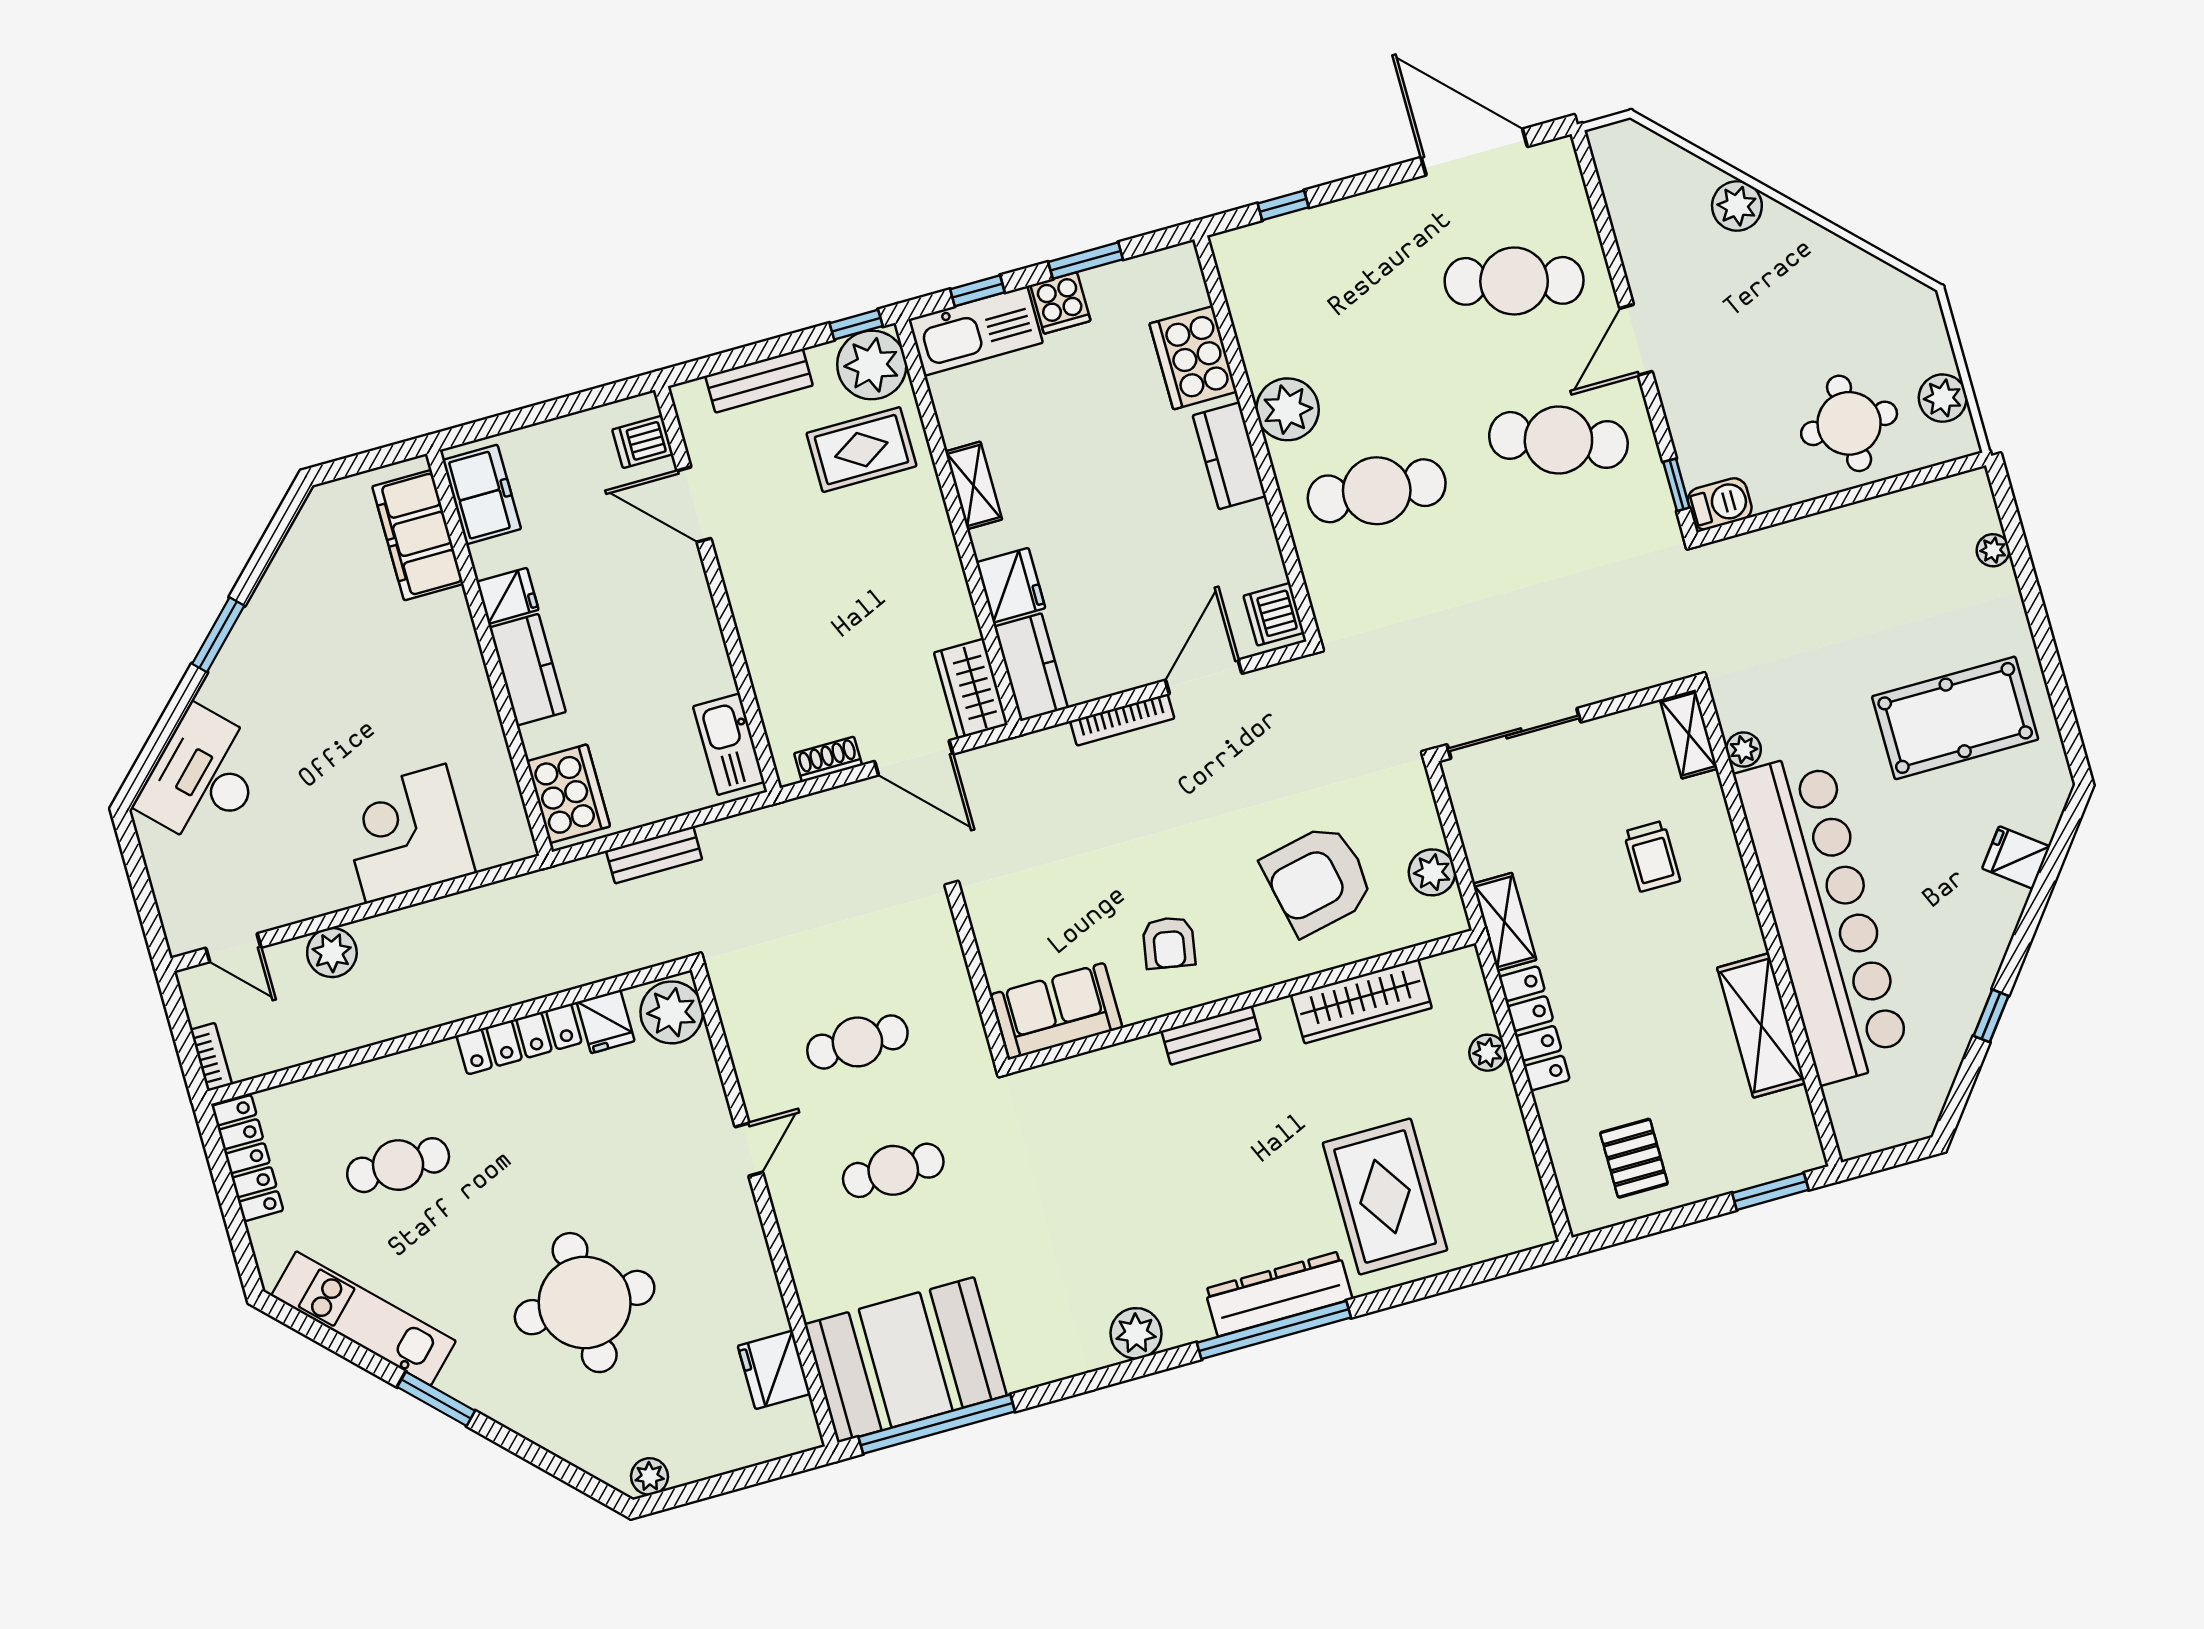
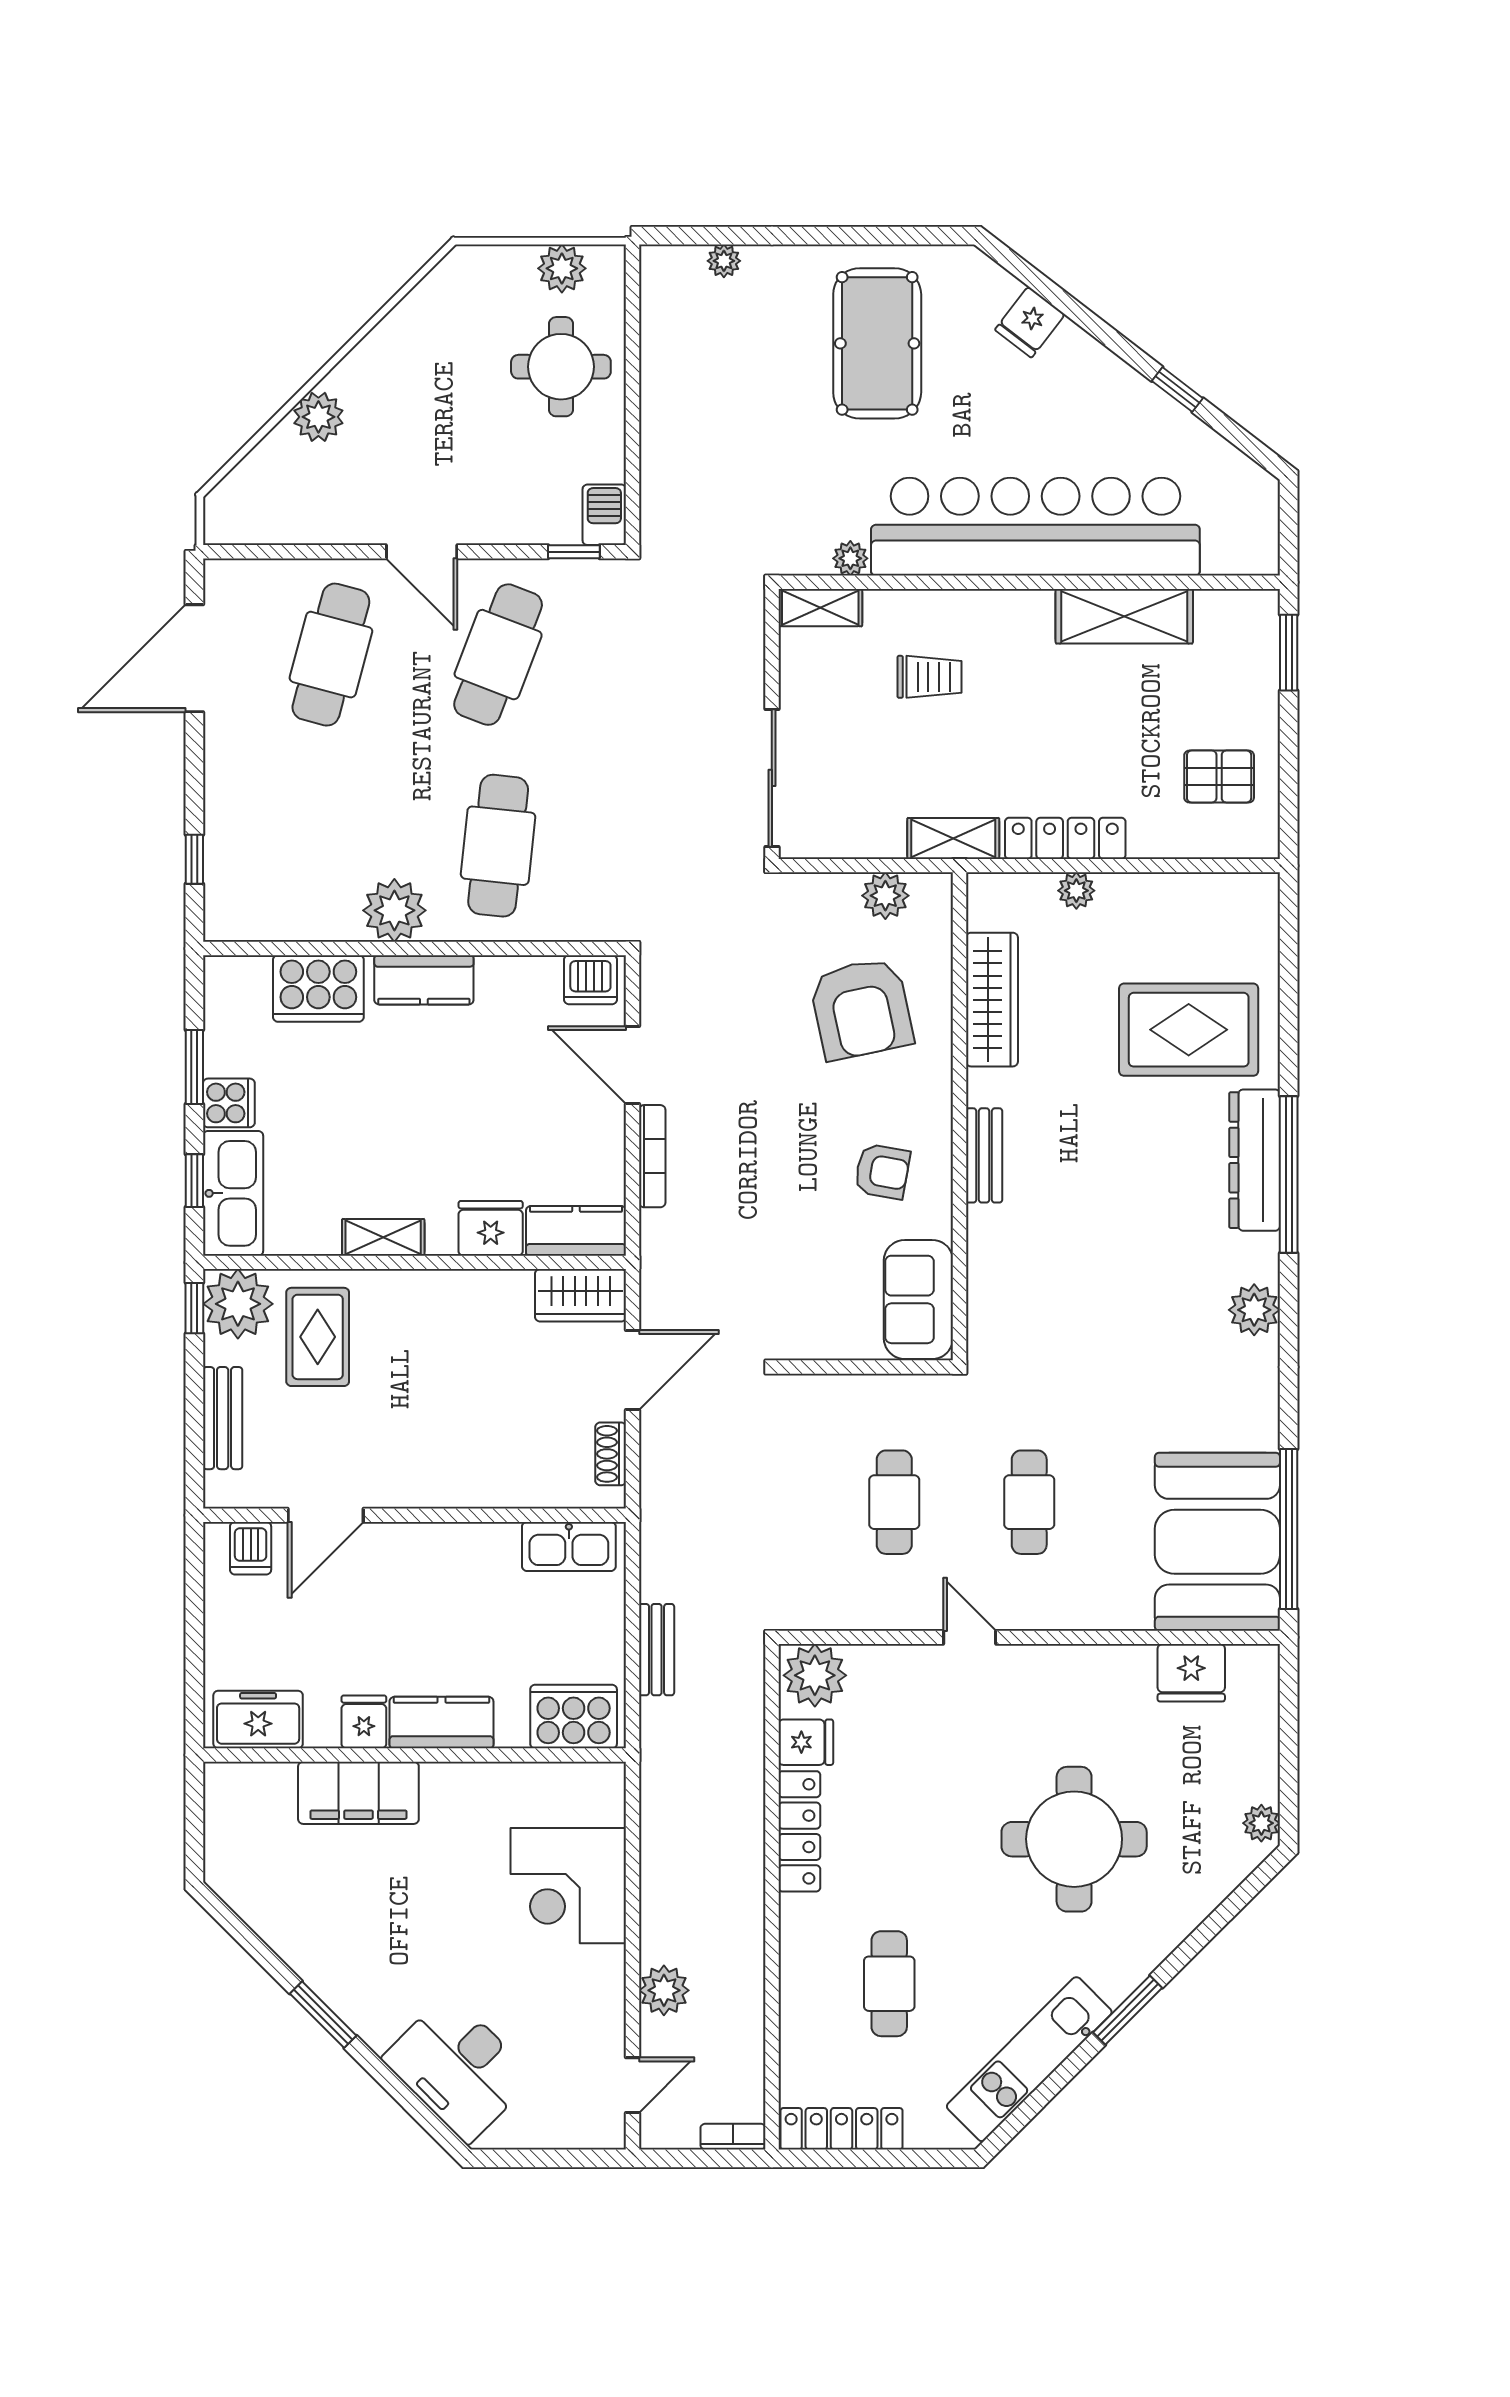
filing cabinet: (418, 535) -> (358, 1793), moved

